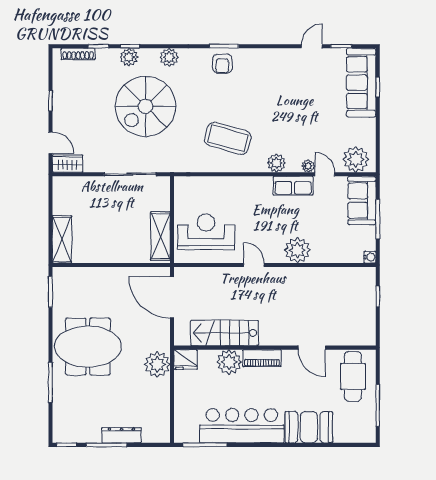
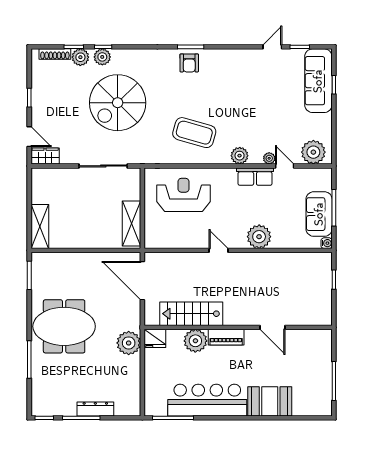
plant: (169, 57) -> (80, 57), moved
sofa: (362, 201) -> (319, 214), moved
reception desk: (206, 232) -> (183, 195), moved
cafe table: (353, 376) -> (311, 354), removed

